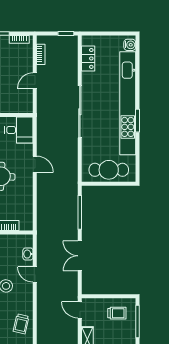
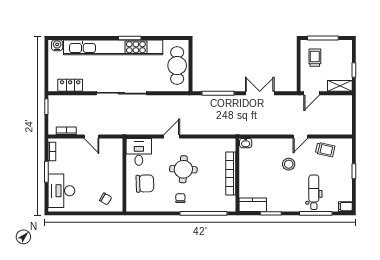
washbasin: (28, 254) -> (246, 143), moved
double door: (80, 256) -> (260, 93), swing flipped
door: (35, 275) -> (300, 137), moved

